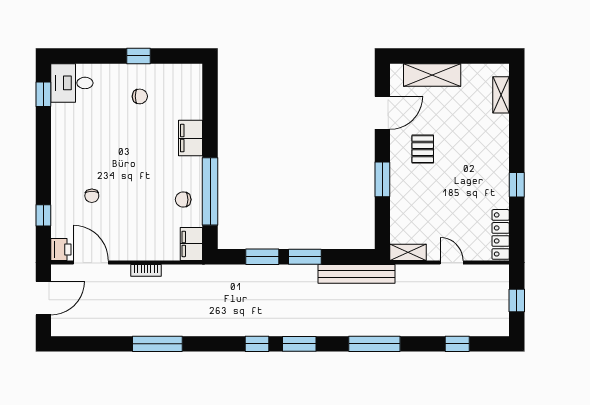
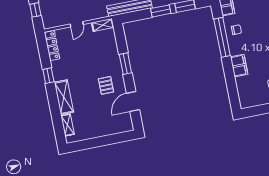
shelving: (432, 75) -> (64, 97), moved, turned 90
door: (452, 262) -> (77, 24), hinge flipped

